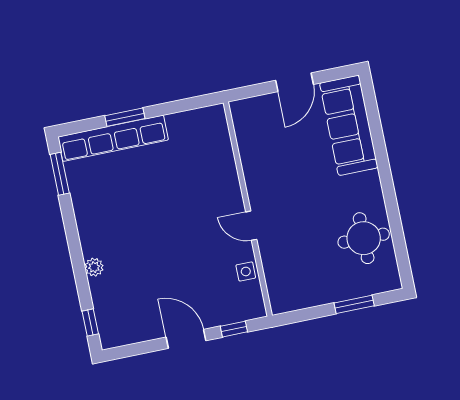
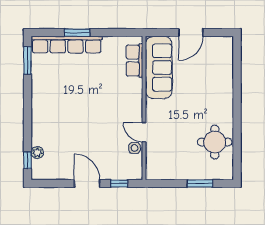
sofa: (349, 125) -> (159, 67), moved, turned 180
row of seats: (219, 141) -> (134, 60), added
door: (251, 226) -> (144, 132), moved
plant: (94, 267) -> (37, 153), moved

